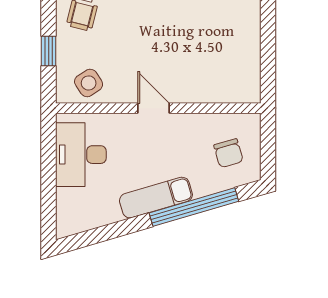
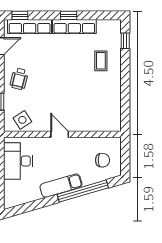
chair: (228, 153) -> (103, 160), turned -74

